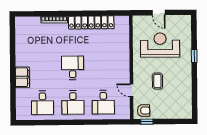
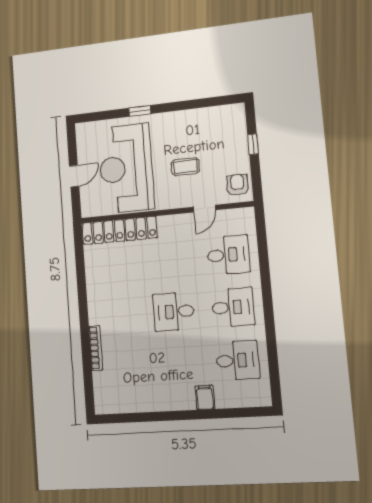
locker: (91, 22) -> (120, 231), moved, turned 90
reception desk: (160, 45) -> (126, 168), width x1.36, depth x1.30
filing cabinet: (22, 77) -> (205, 397), width x0.50
window: (147, 122) -> (253, 144), moved

